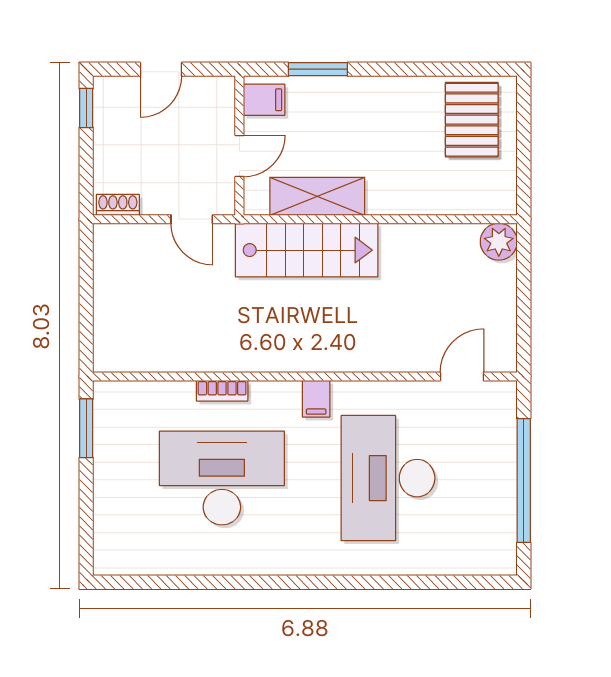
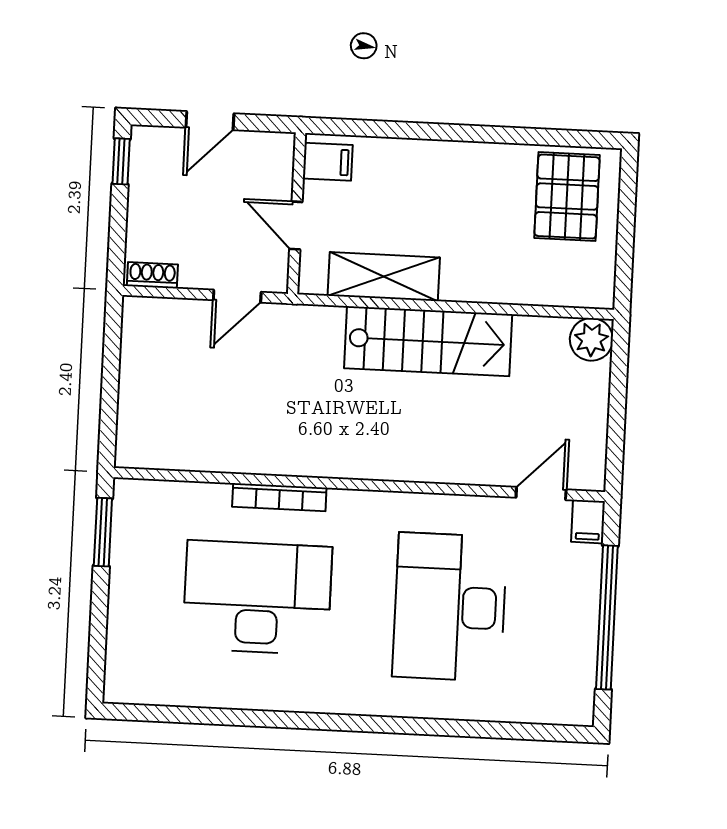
window: (318, 69) -> (392, 129), removed
door: (239, 156) -> (296, 226), swing flipped
door: (192, 219) -> (237, 296), hinge flipped
stairs: (307, 250) -> (428, 341), moved
bookcase: (222, 391) -> (279, 497), width x1.56
filing cabinet: (316, 399) -> (588, 522), moved

